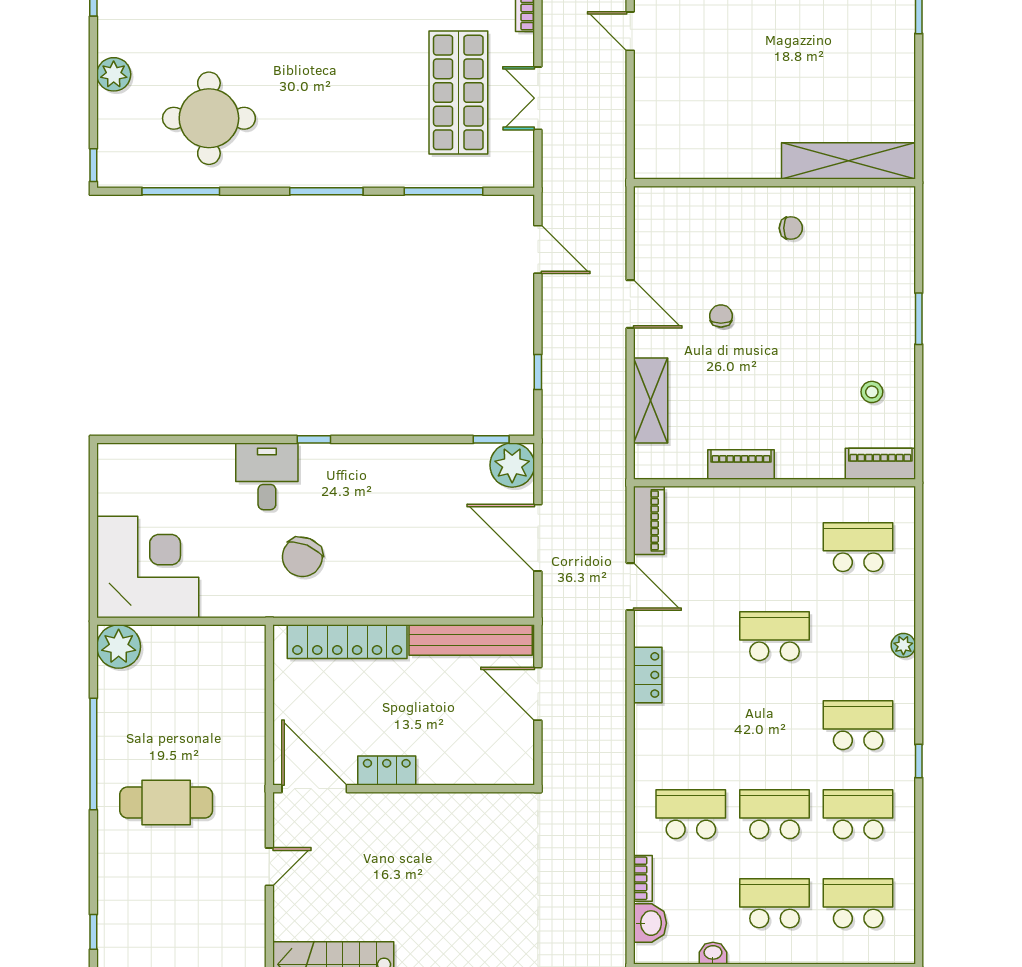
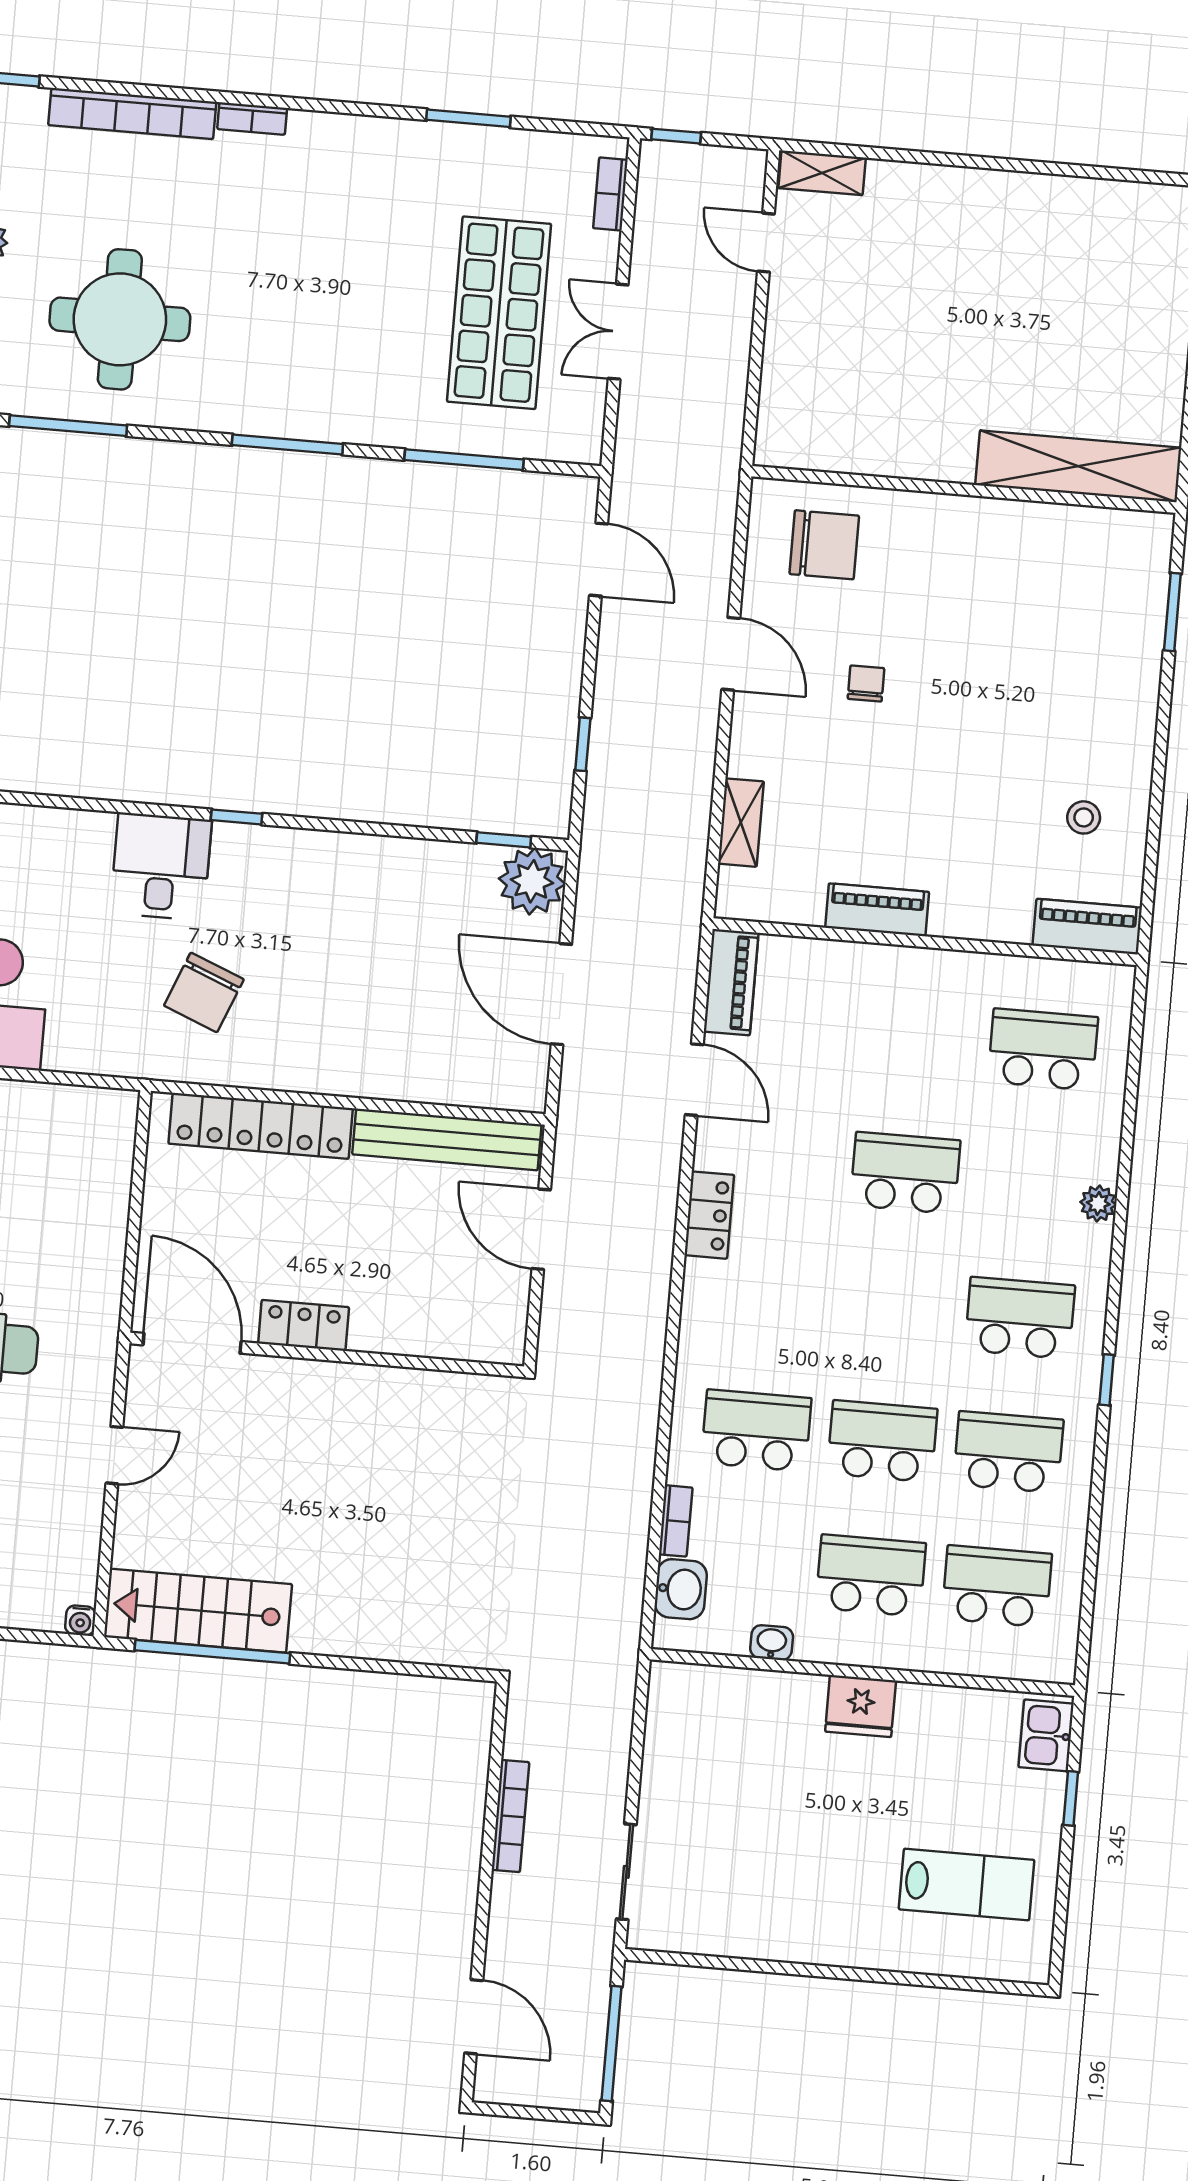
chair: (791, 228) -> (824, 545), moved, width x1.87, depth x1.87
window: (919, 319) -> (1172, 612), moved
shelving: (651, 400) -> (741, 823), width x0.67, depth x0.75

